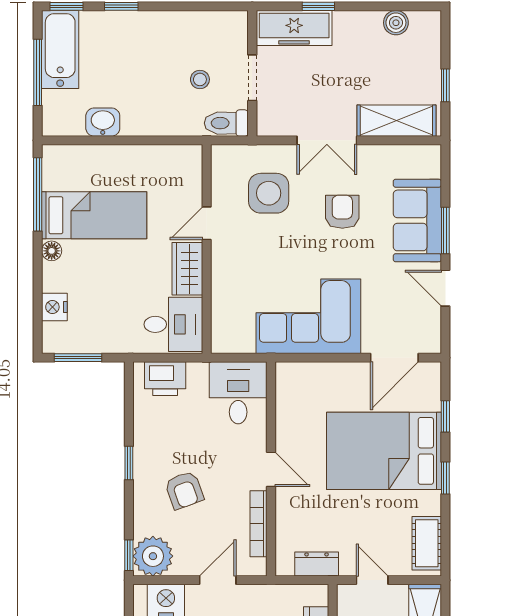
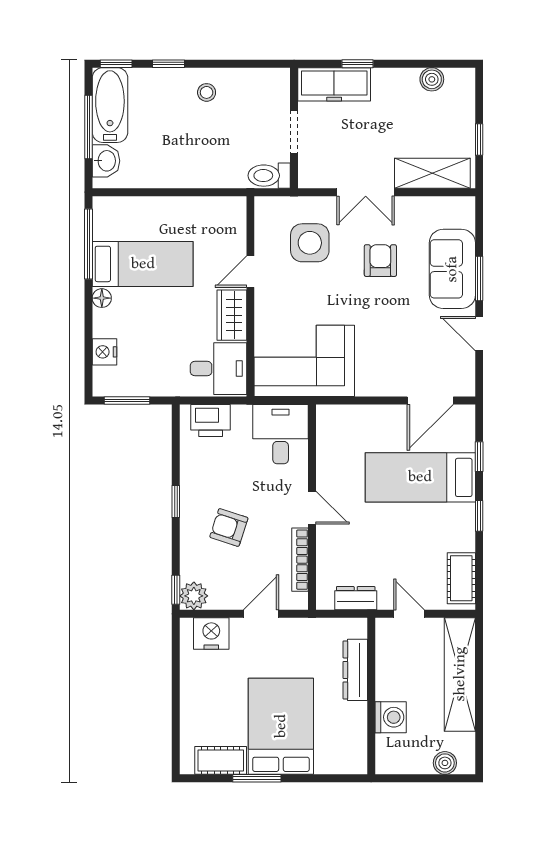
stool: (200, 79) -> (207, 92), moved
washbasin: (103, 122) -> (106, 161), moved, turned 90
corner sofa: (308, 316) -> (304, 361), moved
bed: (384, 451) -> (420, 477), width x0.67
armchair: (184, 490) -> (229, 527), turned 128
plant: (153, 556) -> (194, 596), width x0.73, depth x0.73

